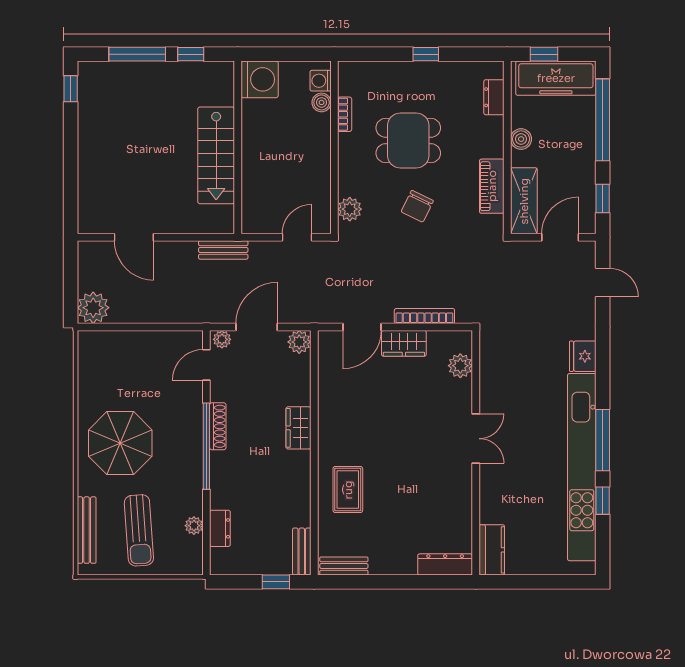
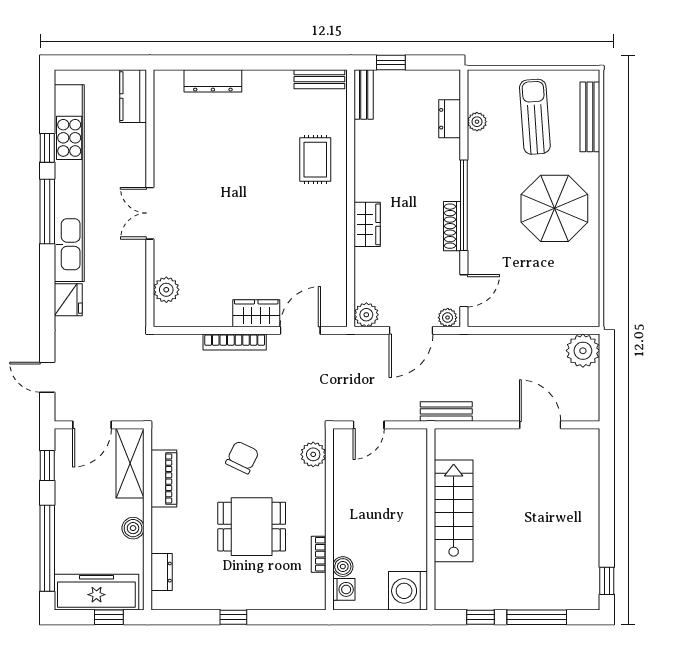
plant: (460, 366) -> (166, 290), moved
double door: (476, 439) -> (150, 213), moved
wall: (476, 453) -> (150, 198), moved
kitchen counter: (492, 550) -> (133, 96), moved

